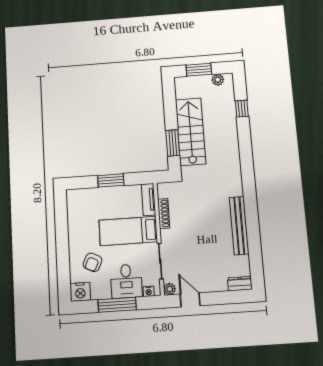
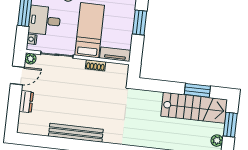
stairs: (191, 132) -> (194, 108), moved
window: (173, 143) -> (197, 90), moved
shoe rack: (164, 214) -> (95, 65), width x0.70
dresser: (240, 284) -> (26, 102), moved

